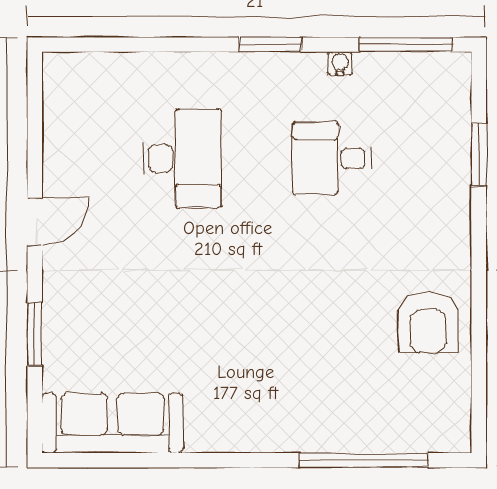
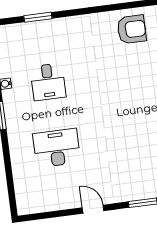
armchair: (428, 323) -> (132, 29), moved

